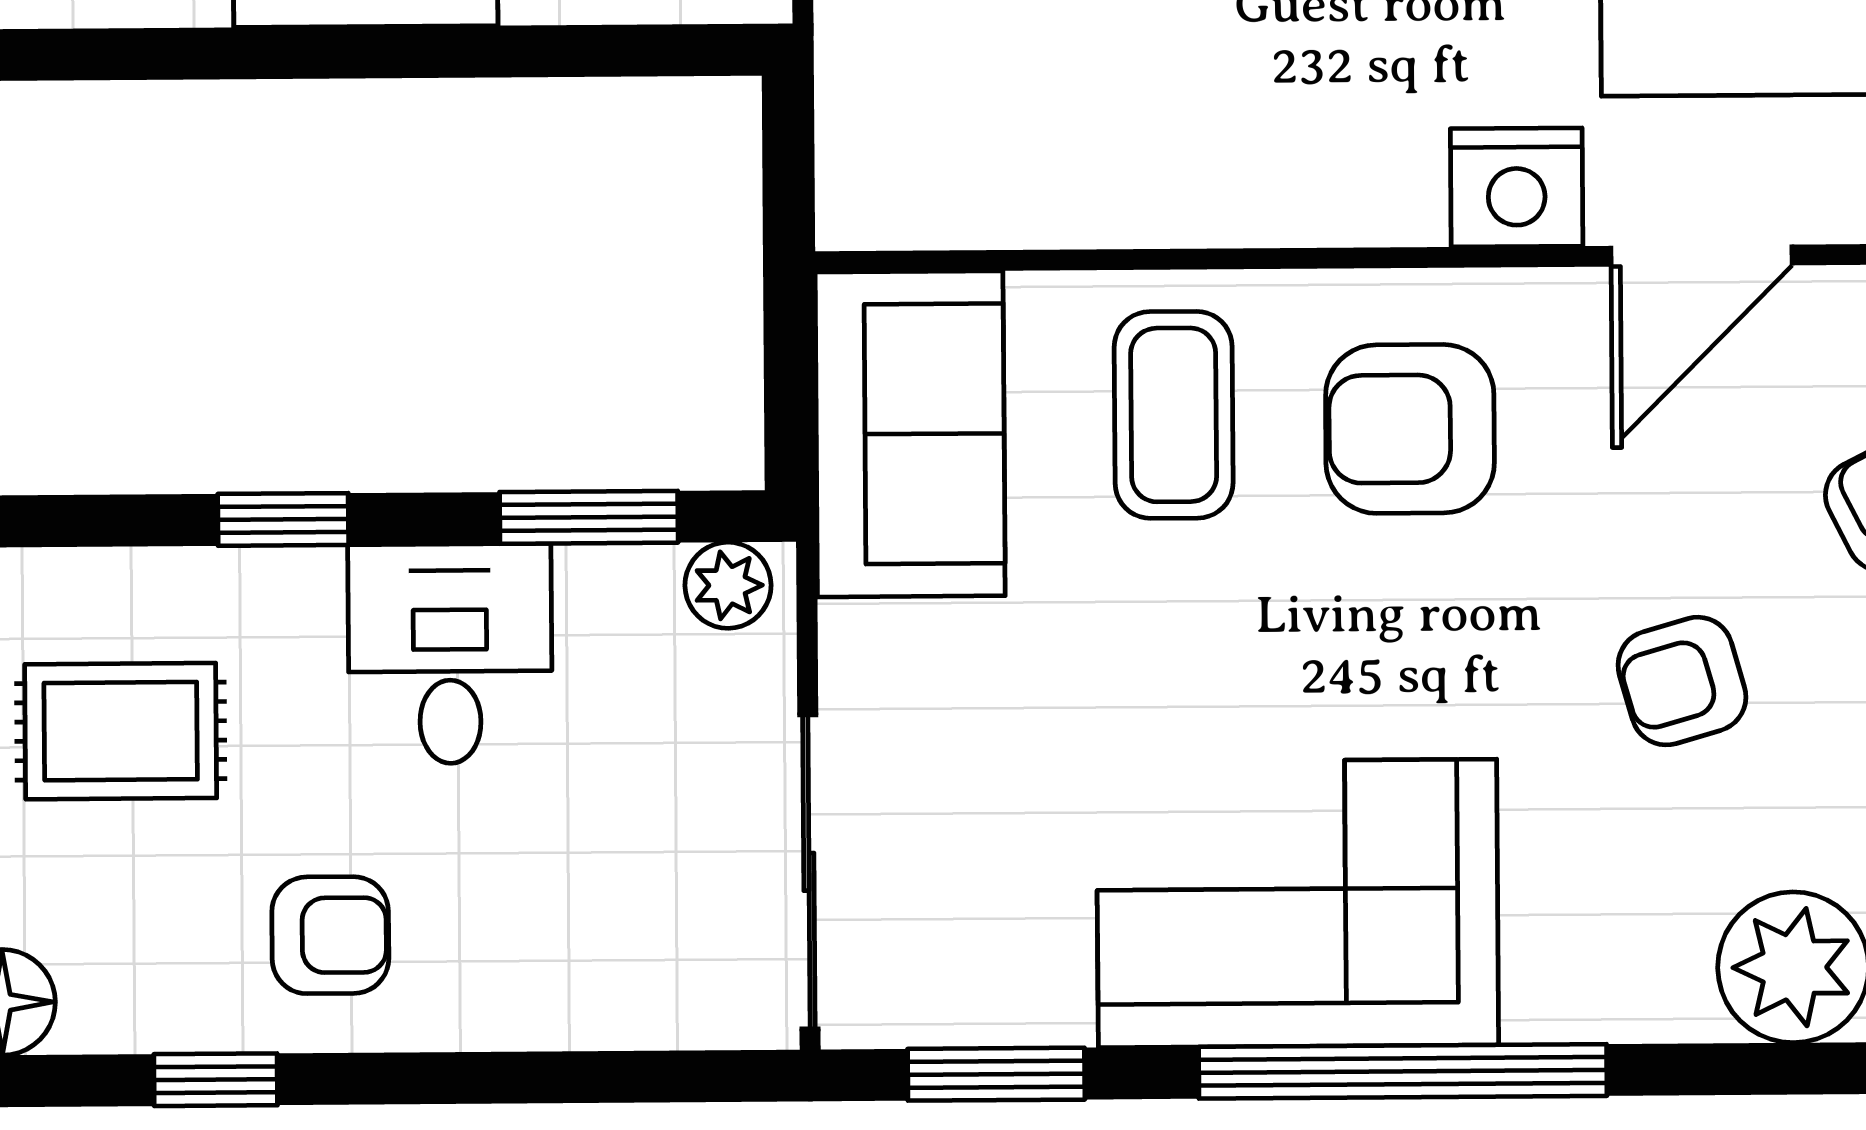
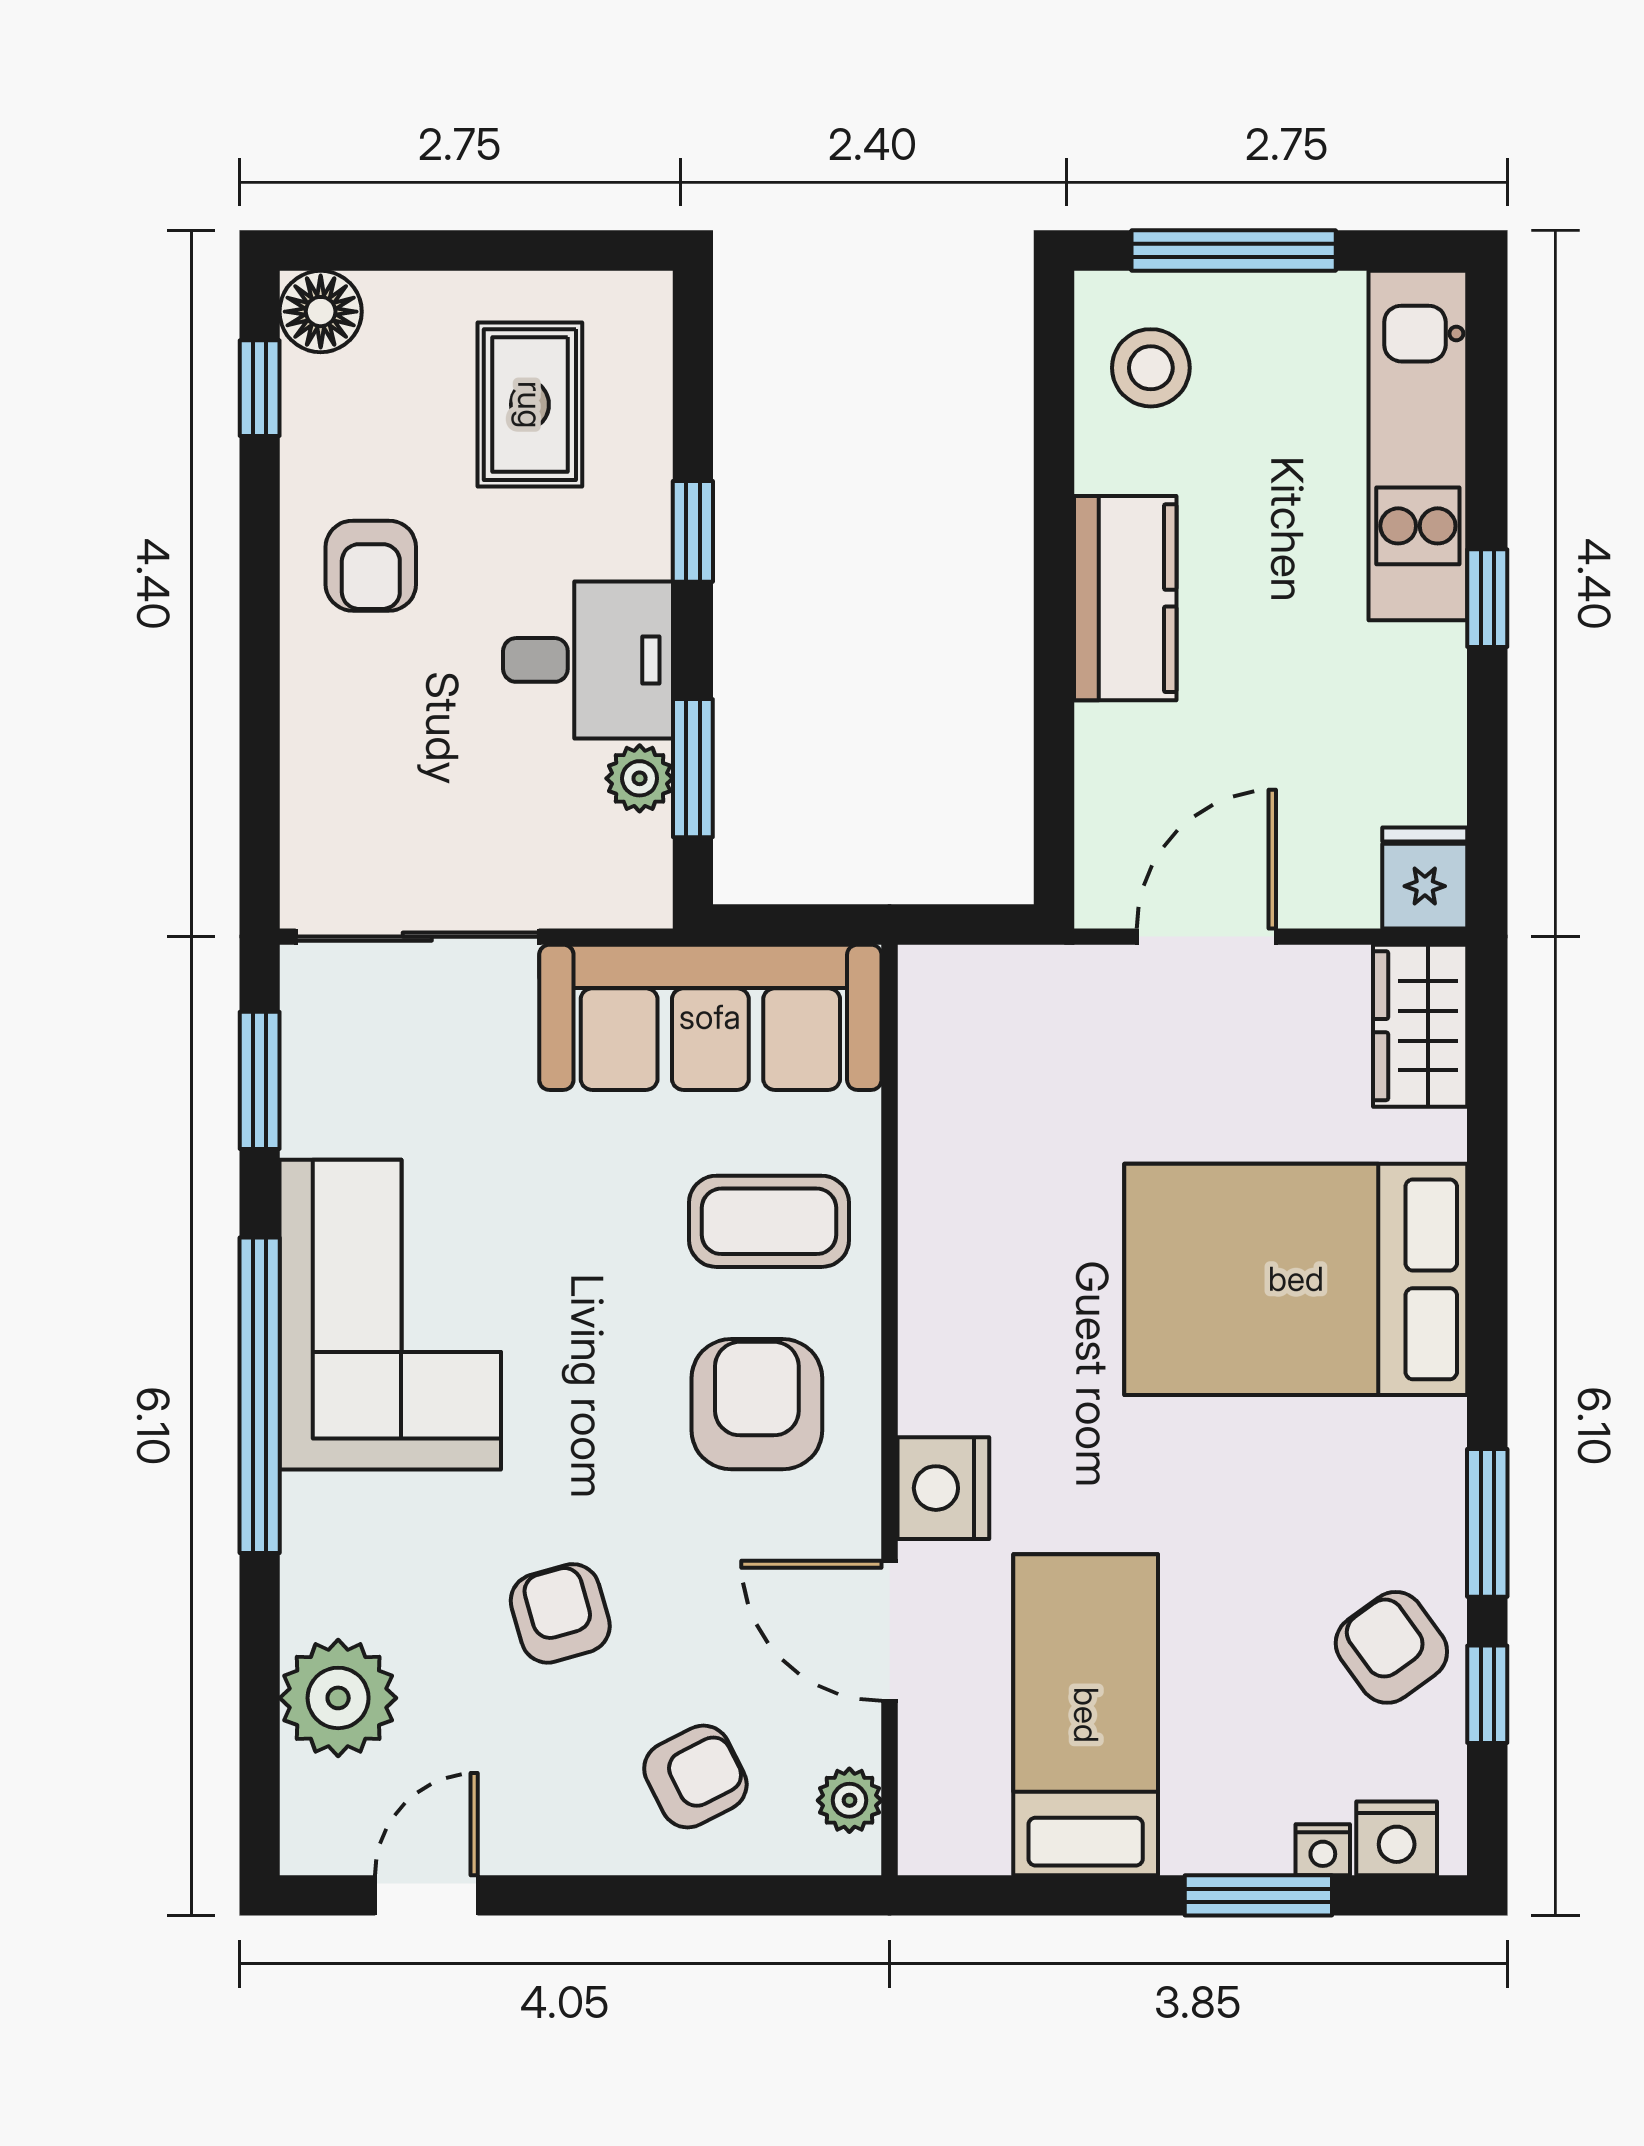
sofa: (910, 434) -> (710, 1017), width x1.36
plant: (728, 585) -> (640, 778), moved
window: (216, 1080) -> (260, 388), moved

